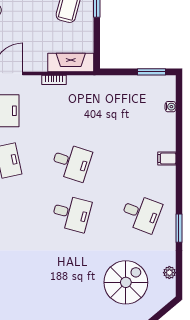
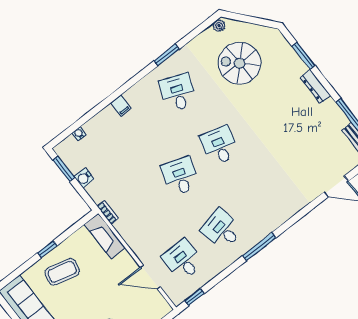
bookcase: (54, 80) -> (108, 212), moved
water cooler: (131, 82) -> (84, 178), added
plant: (169, 273) -> (219, 26), moved

